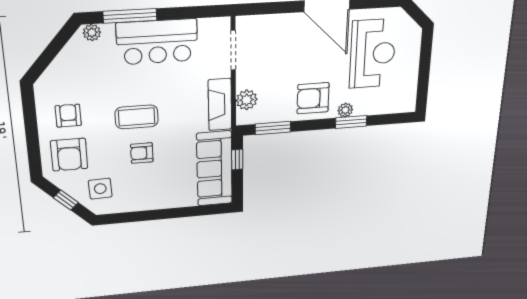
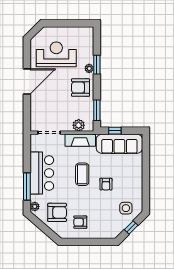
armchair: (313, 98) -> (80, 88), turned 90
coffee table: (137, 117) -> (82, 174), moved
armchair: (69, 155) -> (57, 212), moved

